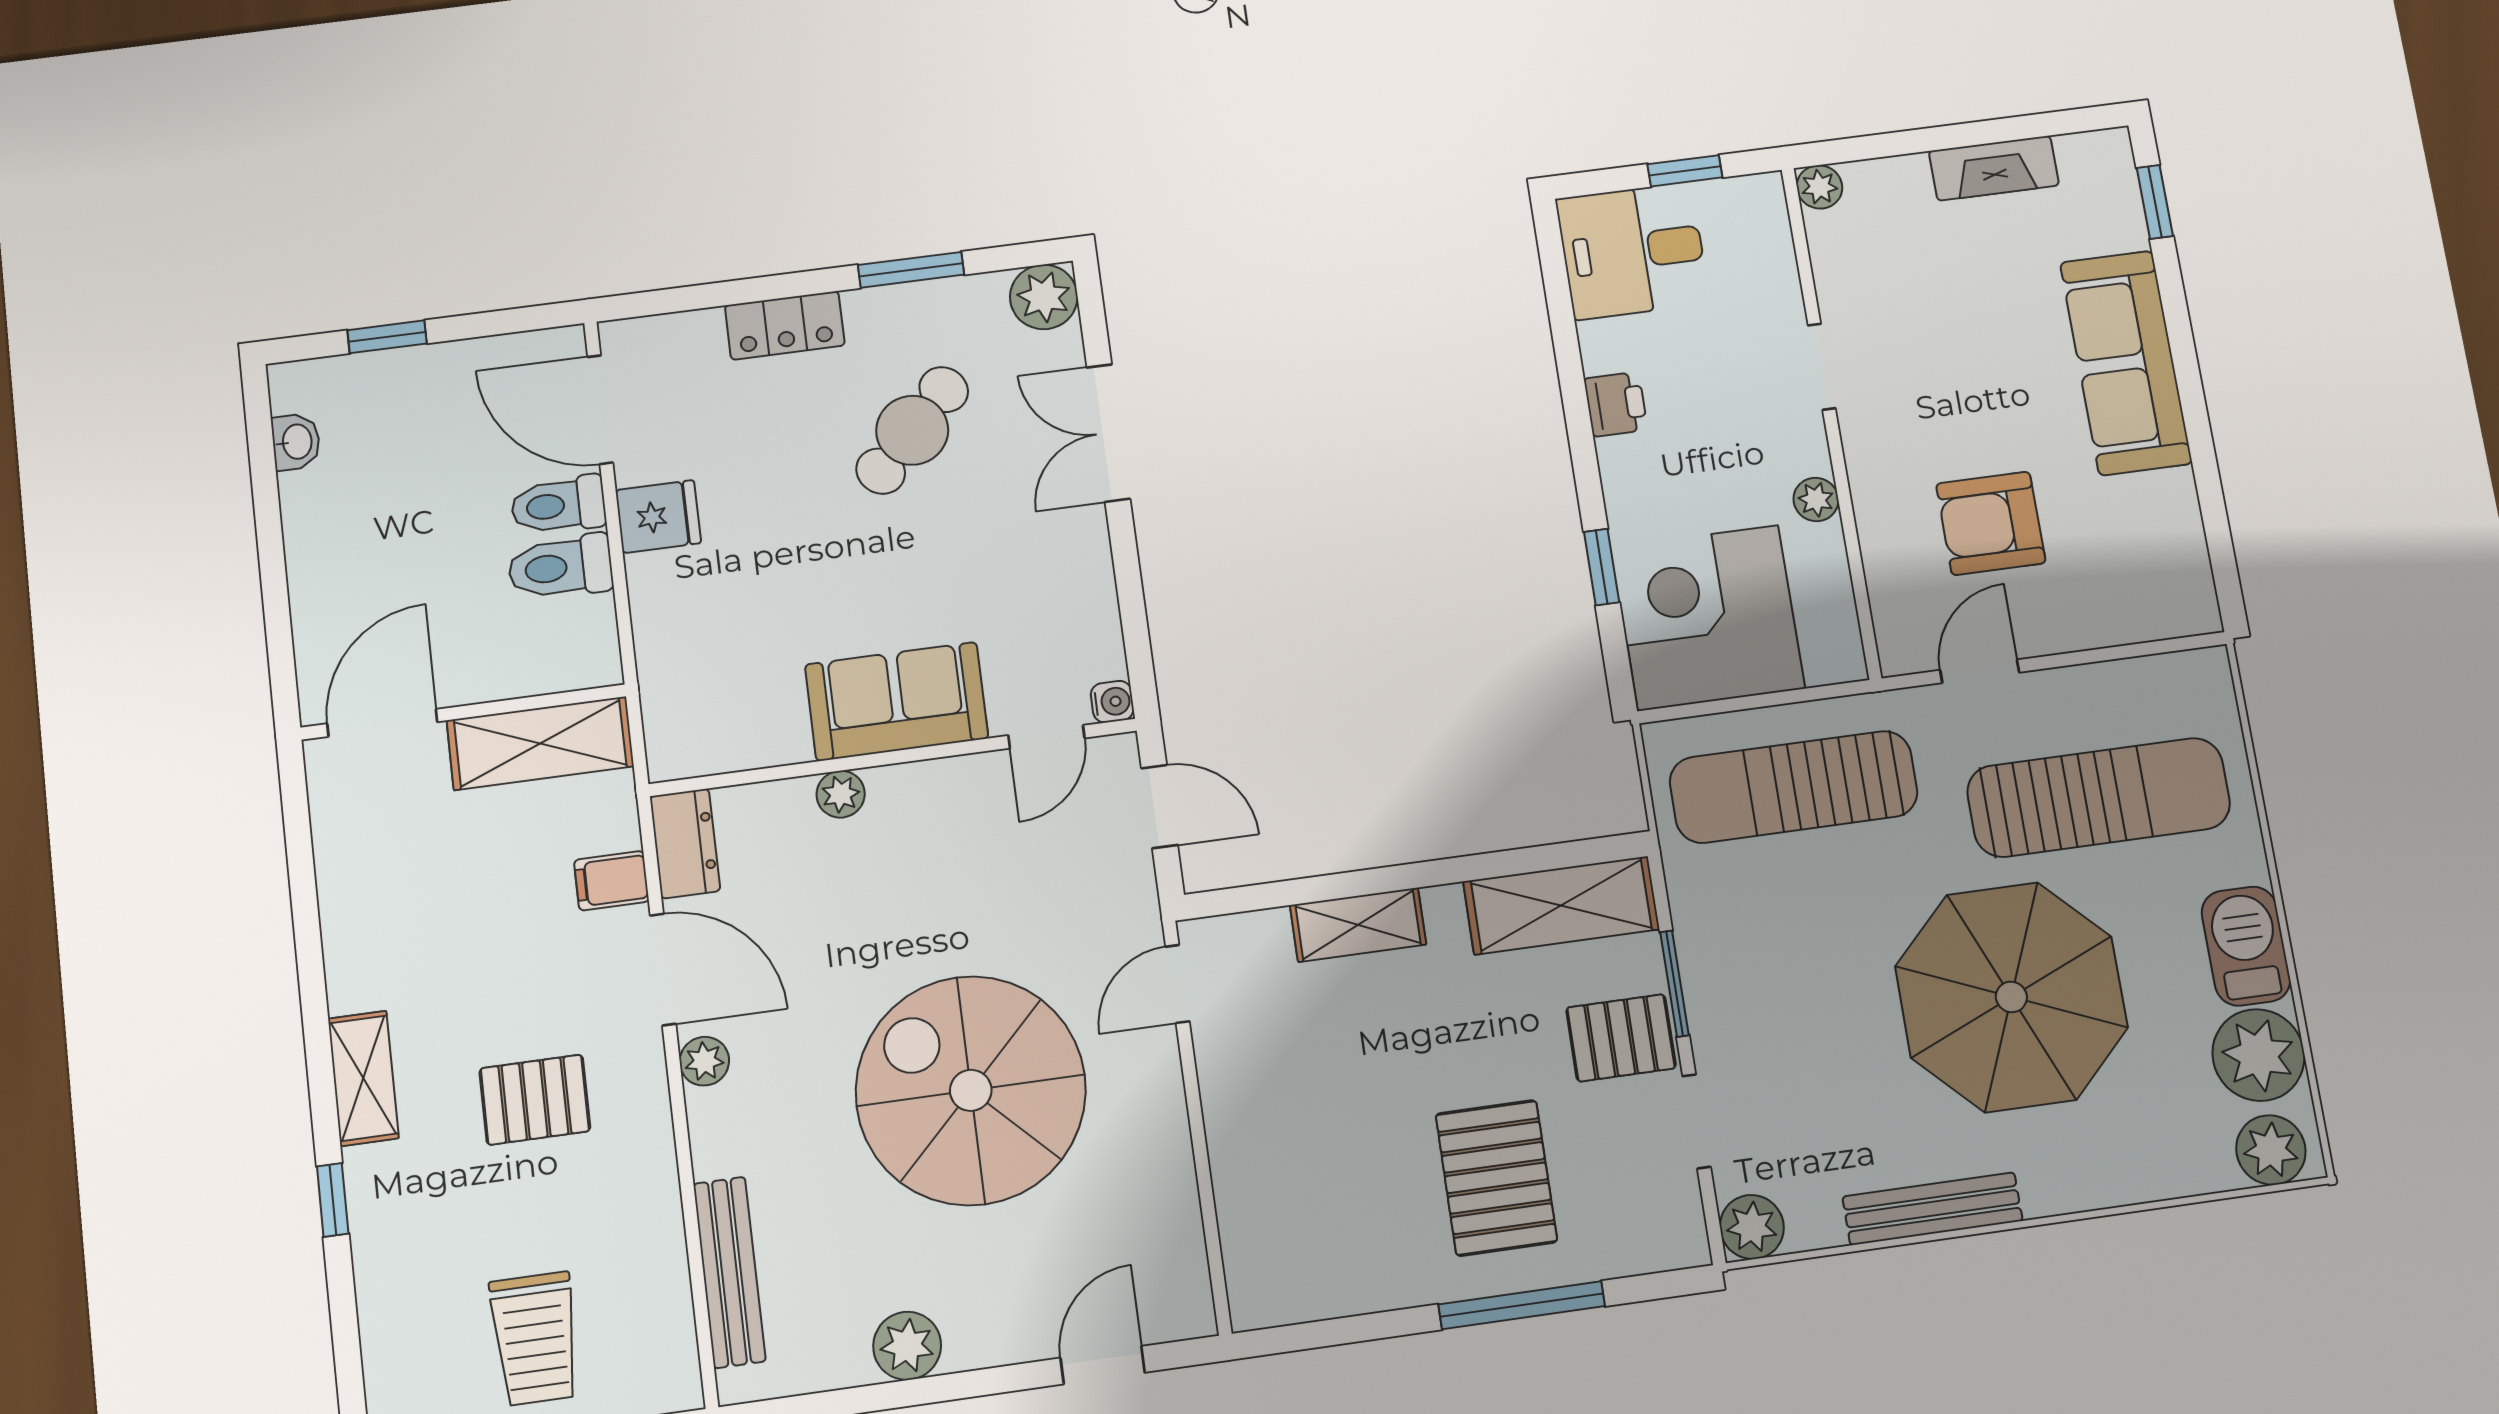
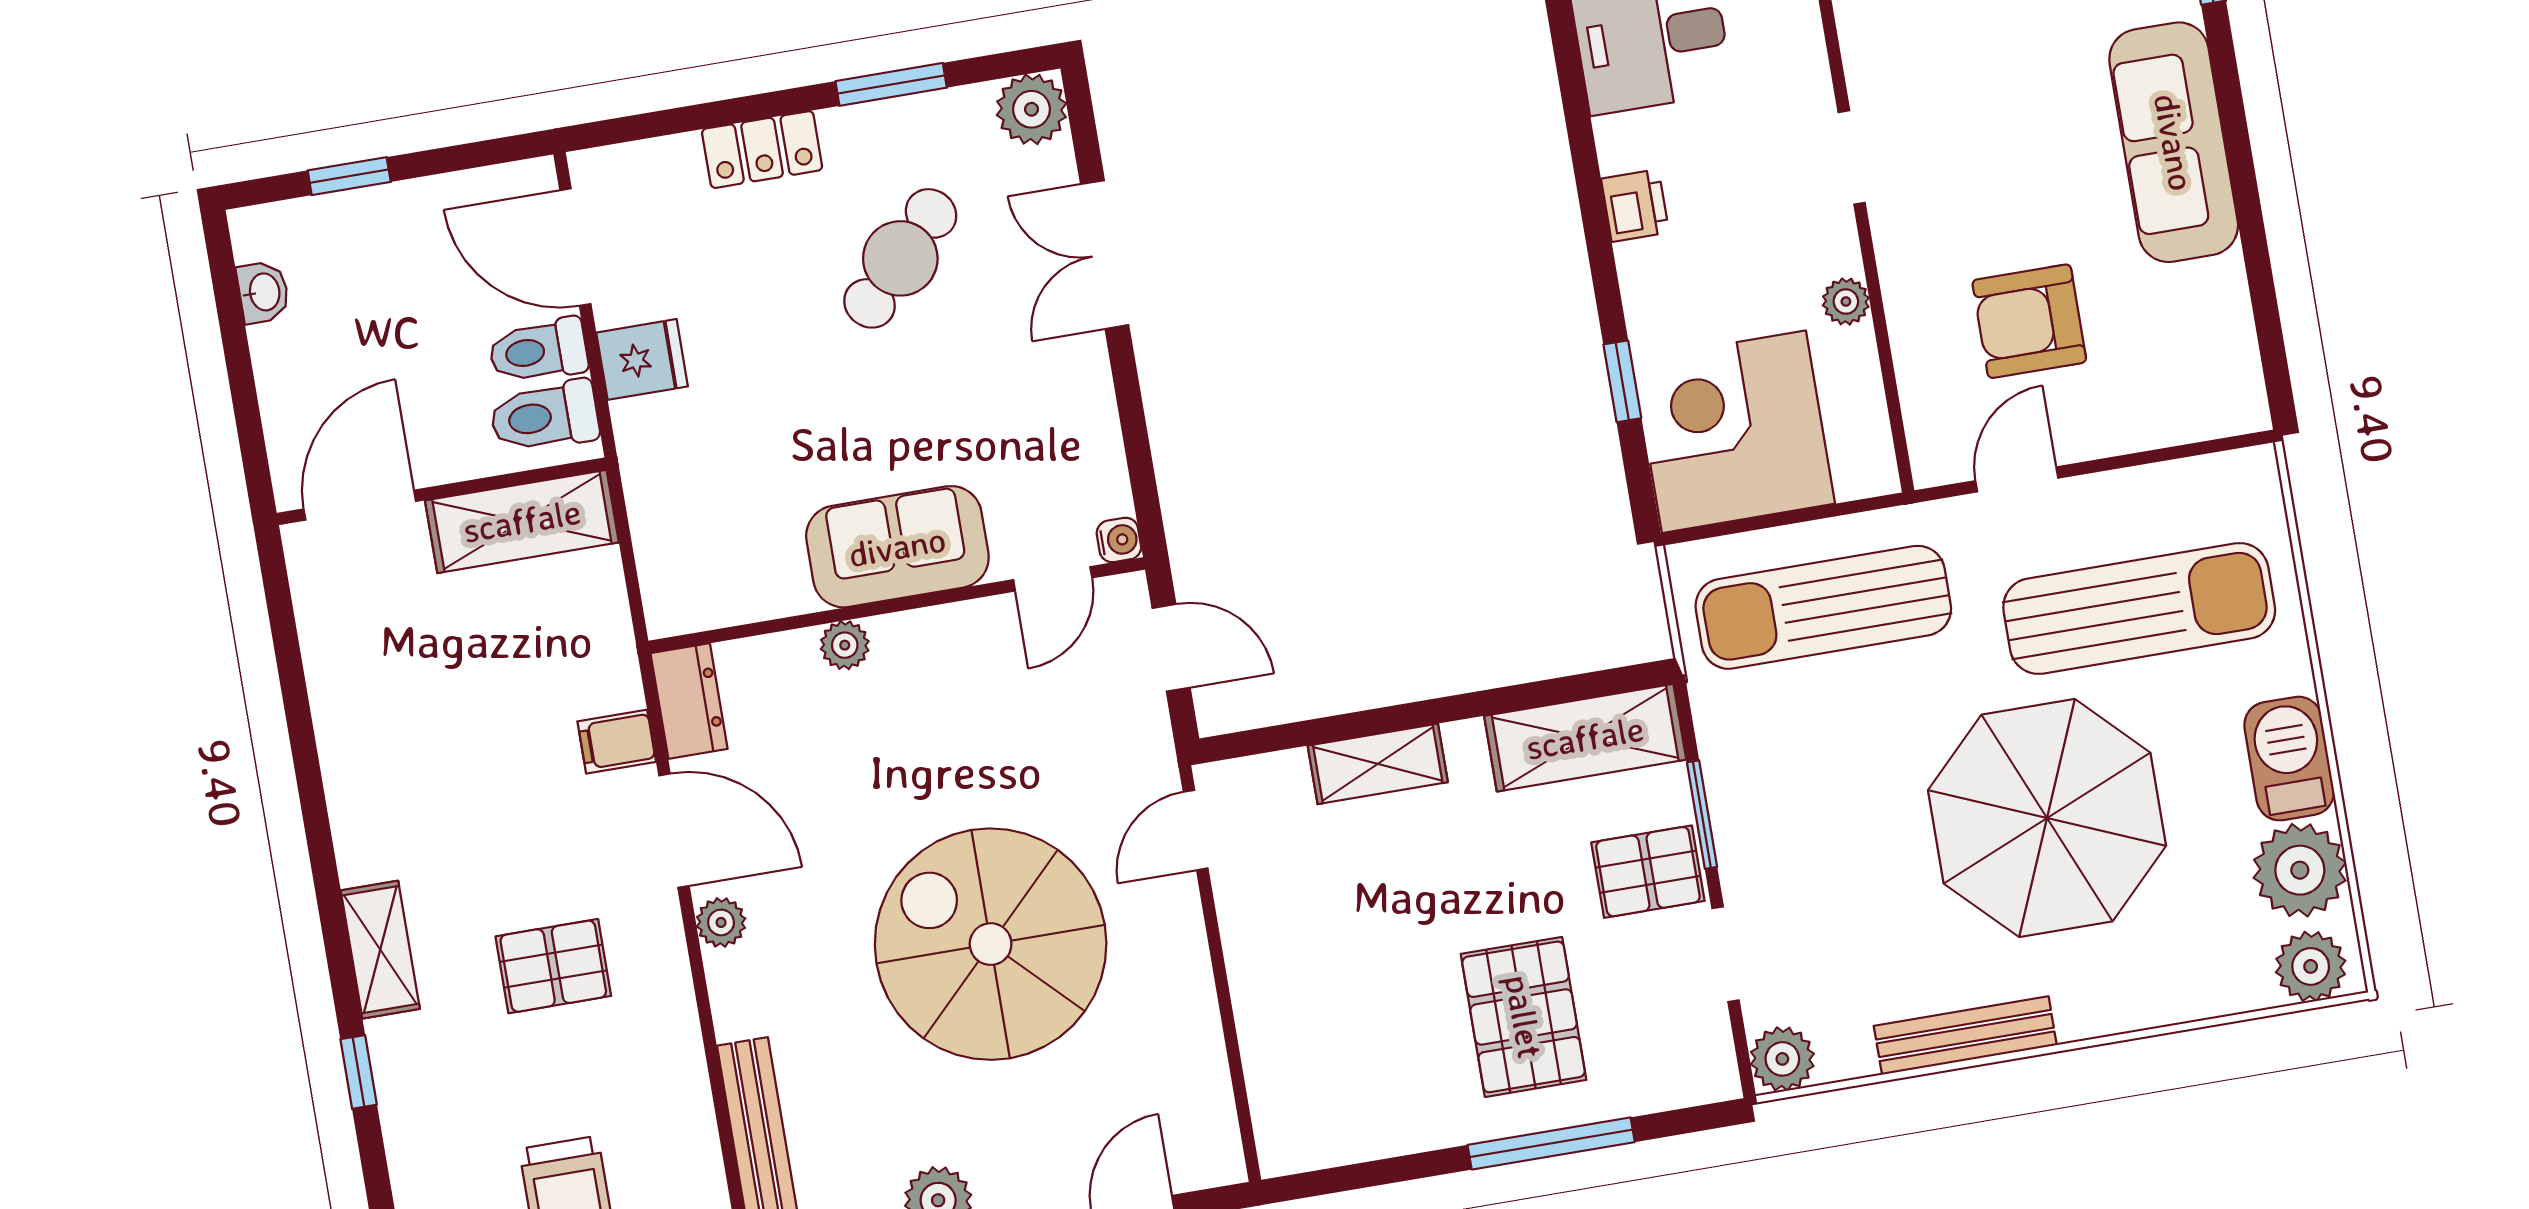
wall: (464, 712) -> (442, 491), moved
door: (382, 723) -> (360, 505), moved
shelving: (540, 743) -> (522, 521), moved

